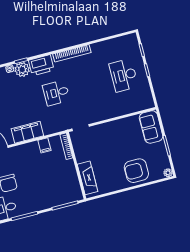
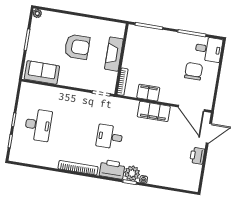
desk: (56, 93) -> (110, 137), turned 180
sofa: (151, 127) -> (42, 73), moved, turned -90
filing cabinet: (44, 145) -> (148, 93), width x2.00
armchair: (136, 171) -> (77, 47), moved
fireplace: (88, 178) -> (114, 54), moved

